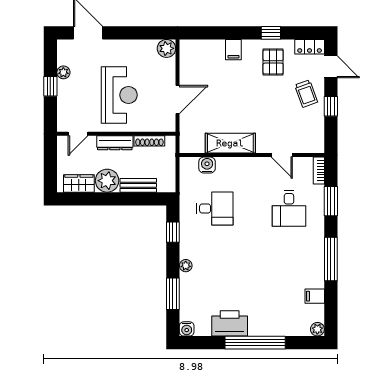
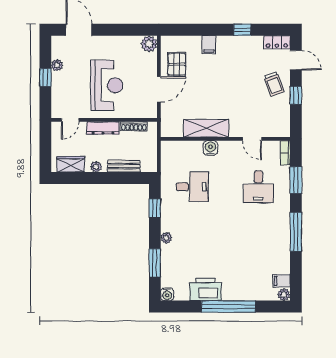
pallet: (273, 62) -> (177, 64), moved
water cooler: (207, 165) -> (210, 148), moved
plant: (107, 181) -> (96, 167), width x0.53, depth x0.53
filing cabinet: (315, 296) -> (281, 281), moved

